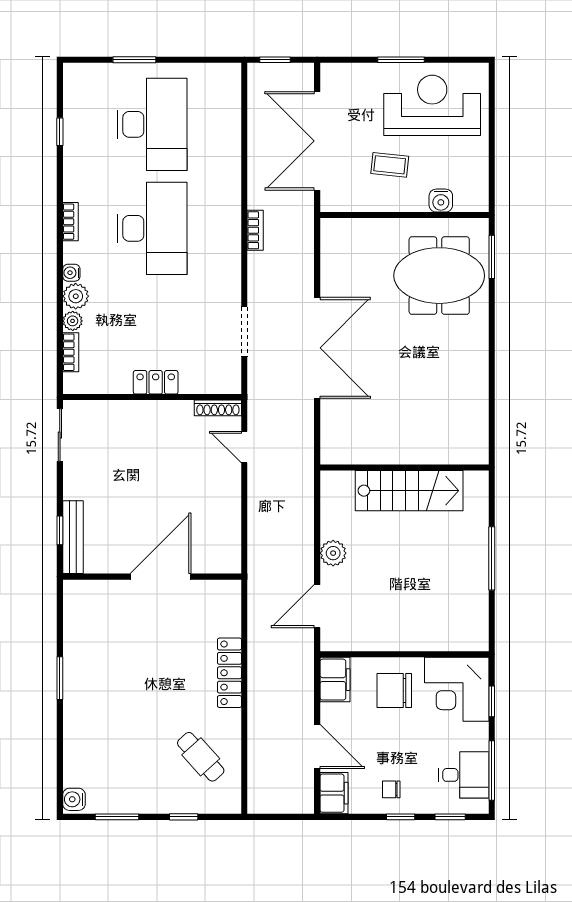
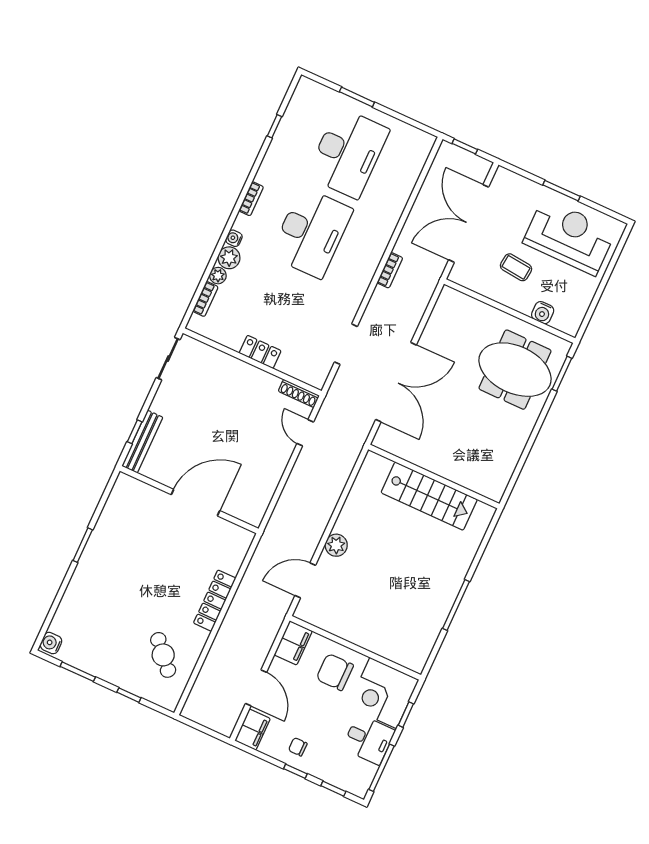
wall: (404, 467) -> (434, 477), moved
stairs: (409, 491) -> (429, 496), moved
desk: (464, 775) -> (369, 739), moved

